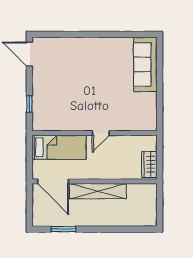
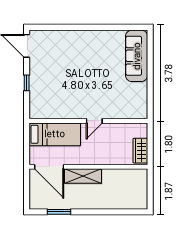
window: (29, 104) -> (27, 83), moved
shelving: (98, 191) -> (83, 176), width x0.68

